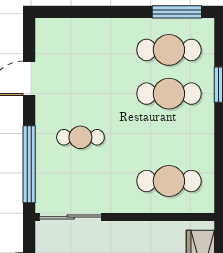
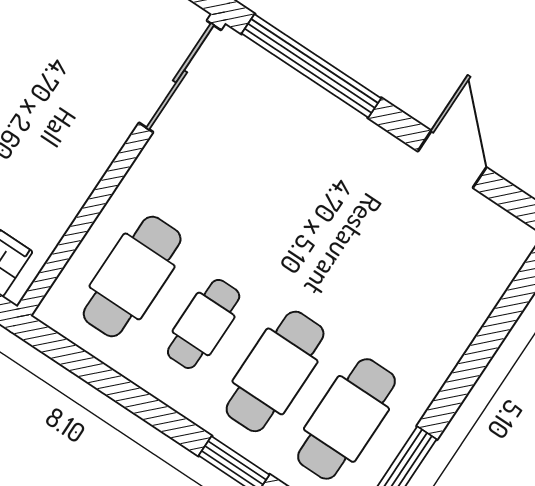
cafe table: (80, 137) -> (204, 324), moved

